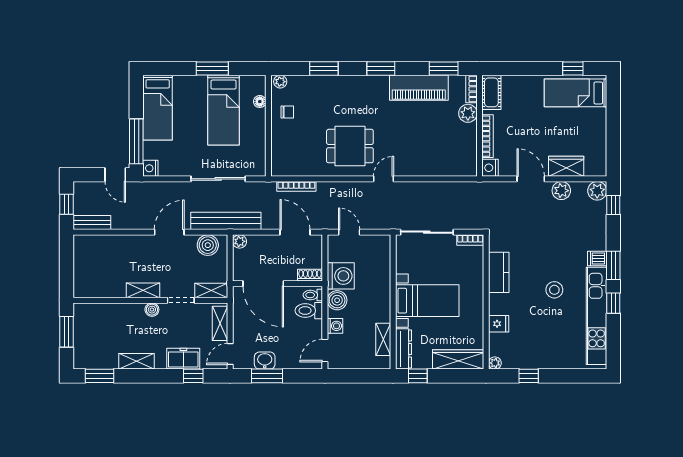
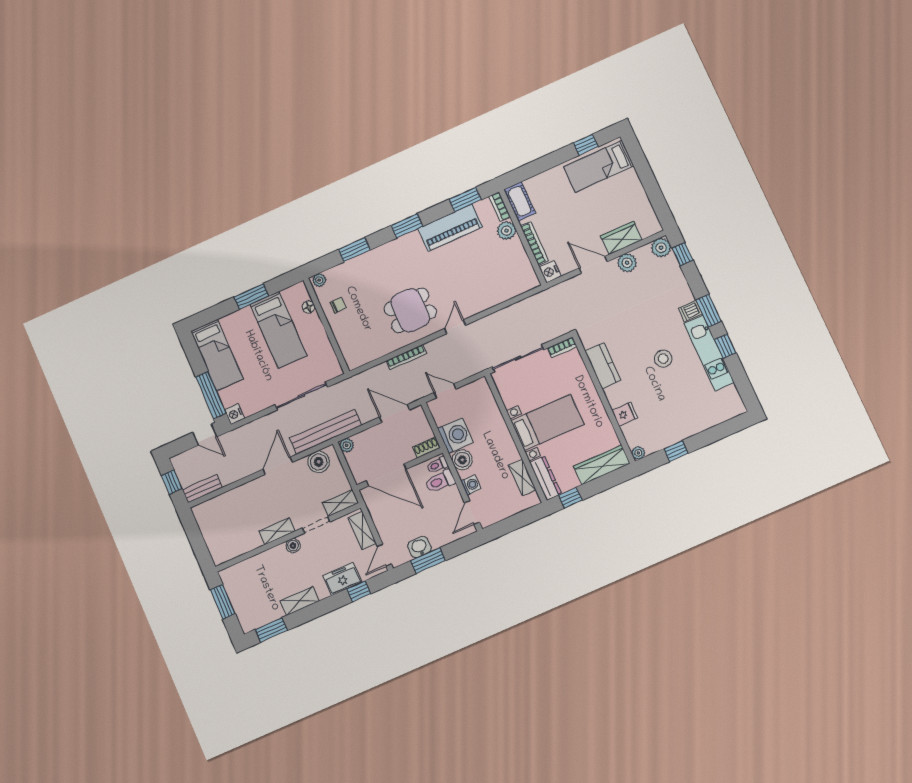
bookcase: (296, 186) -> (406, 357), moved
kitchen unit: (597, 316) -> (709, 353), width x0.73

